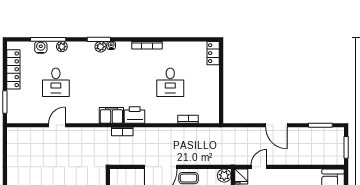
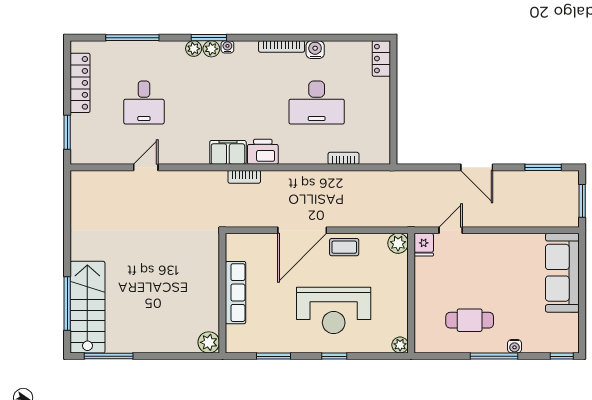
water cooler: (41, 47) -> (315, 50), moved
plant: (62, 47) -> (194, 49), moved
desk: (170, 82) -> (317, 103), width x1.37

